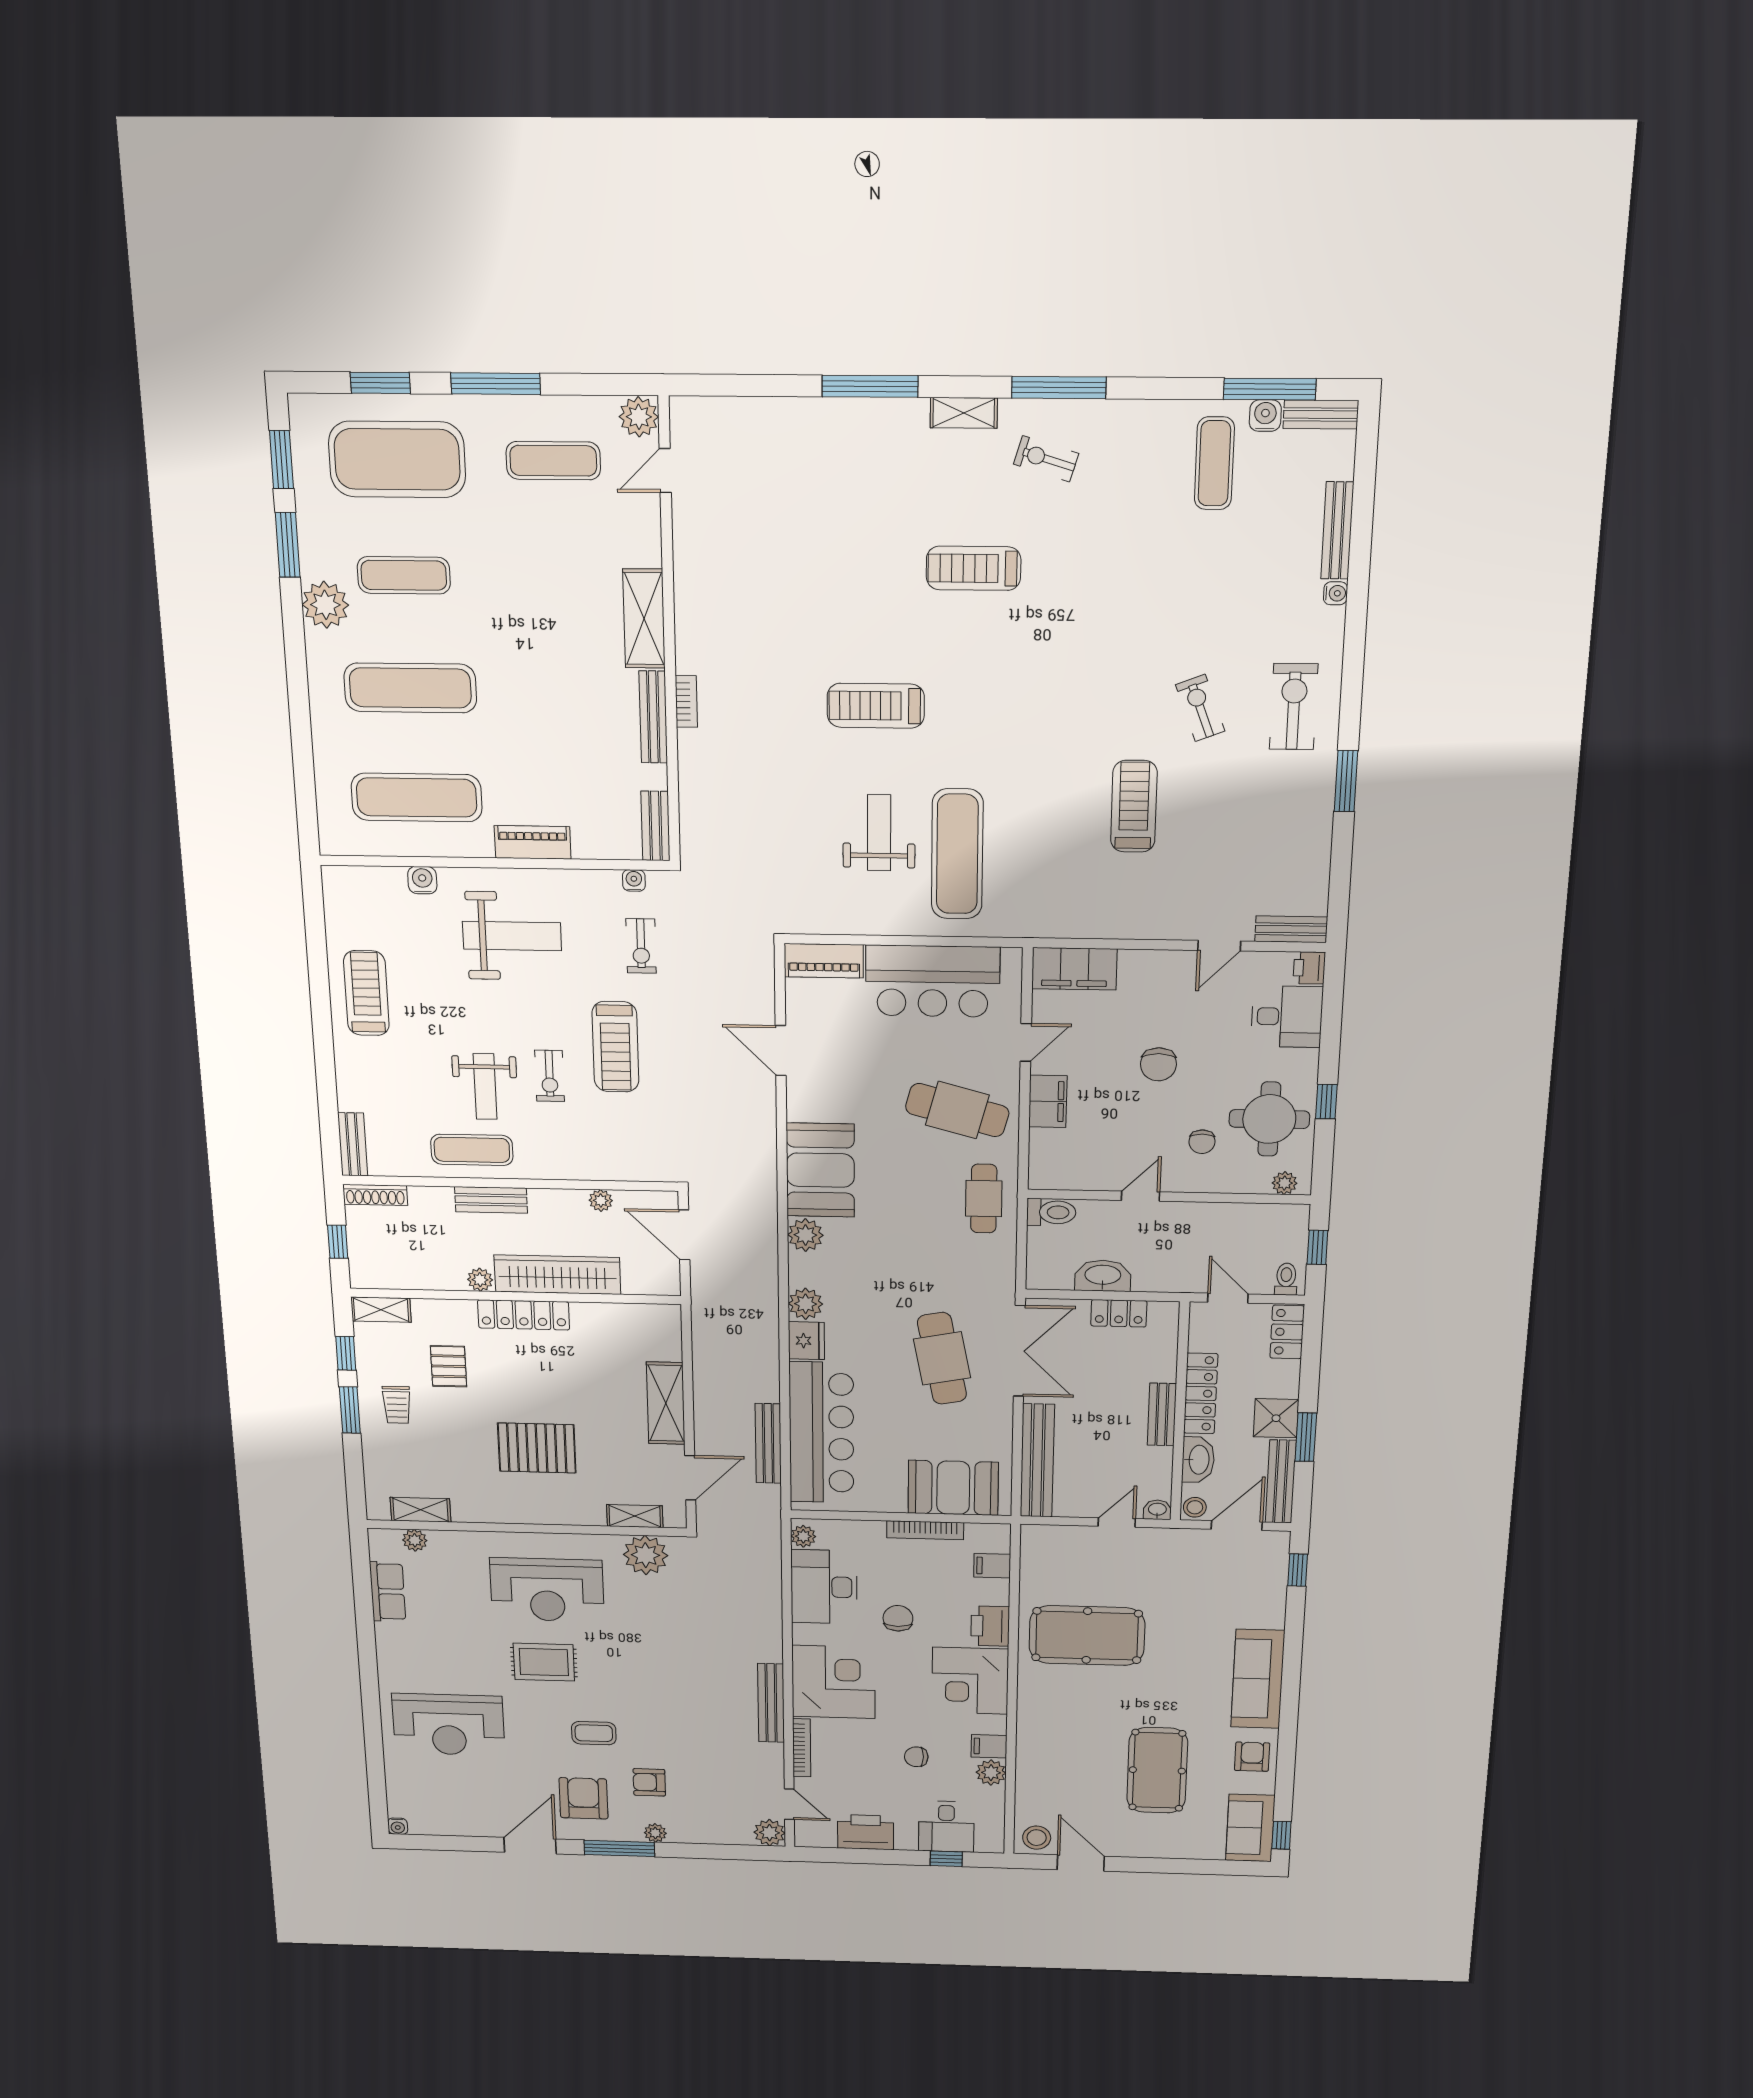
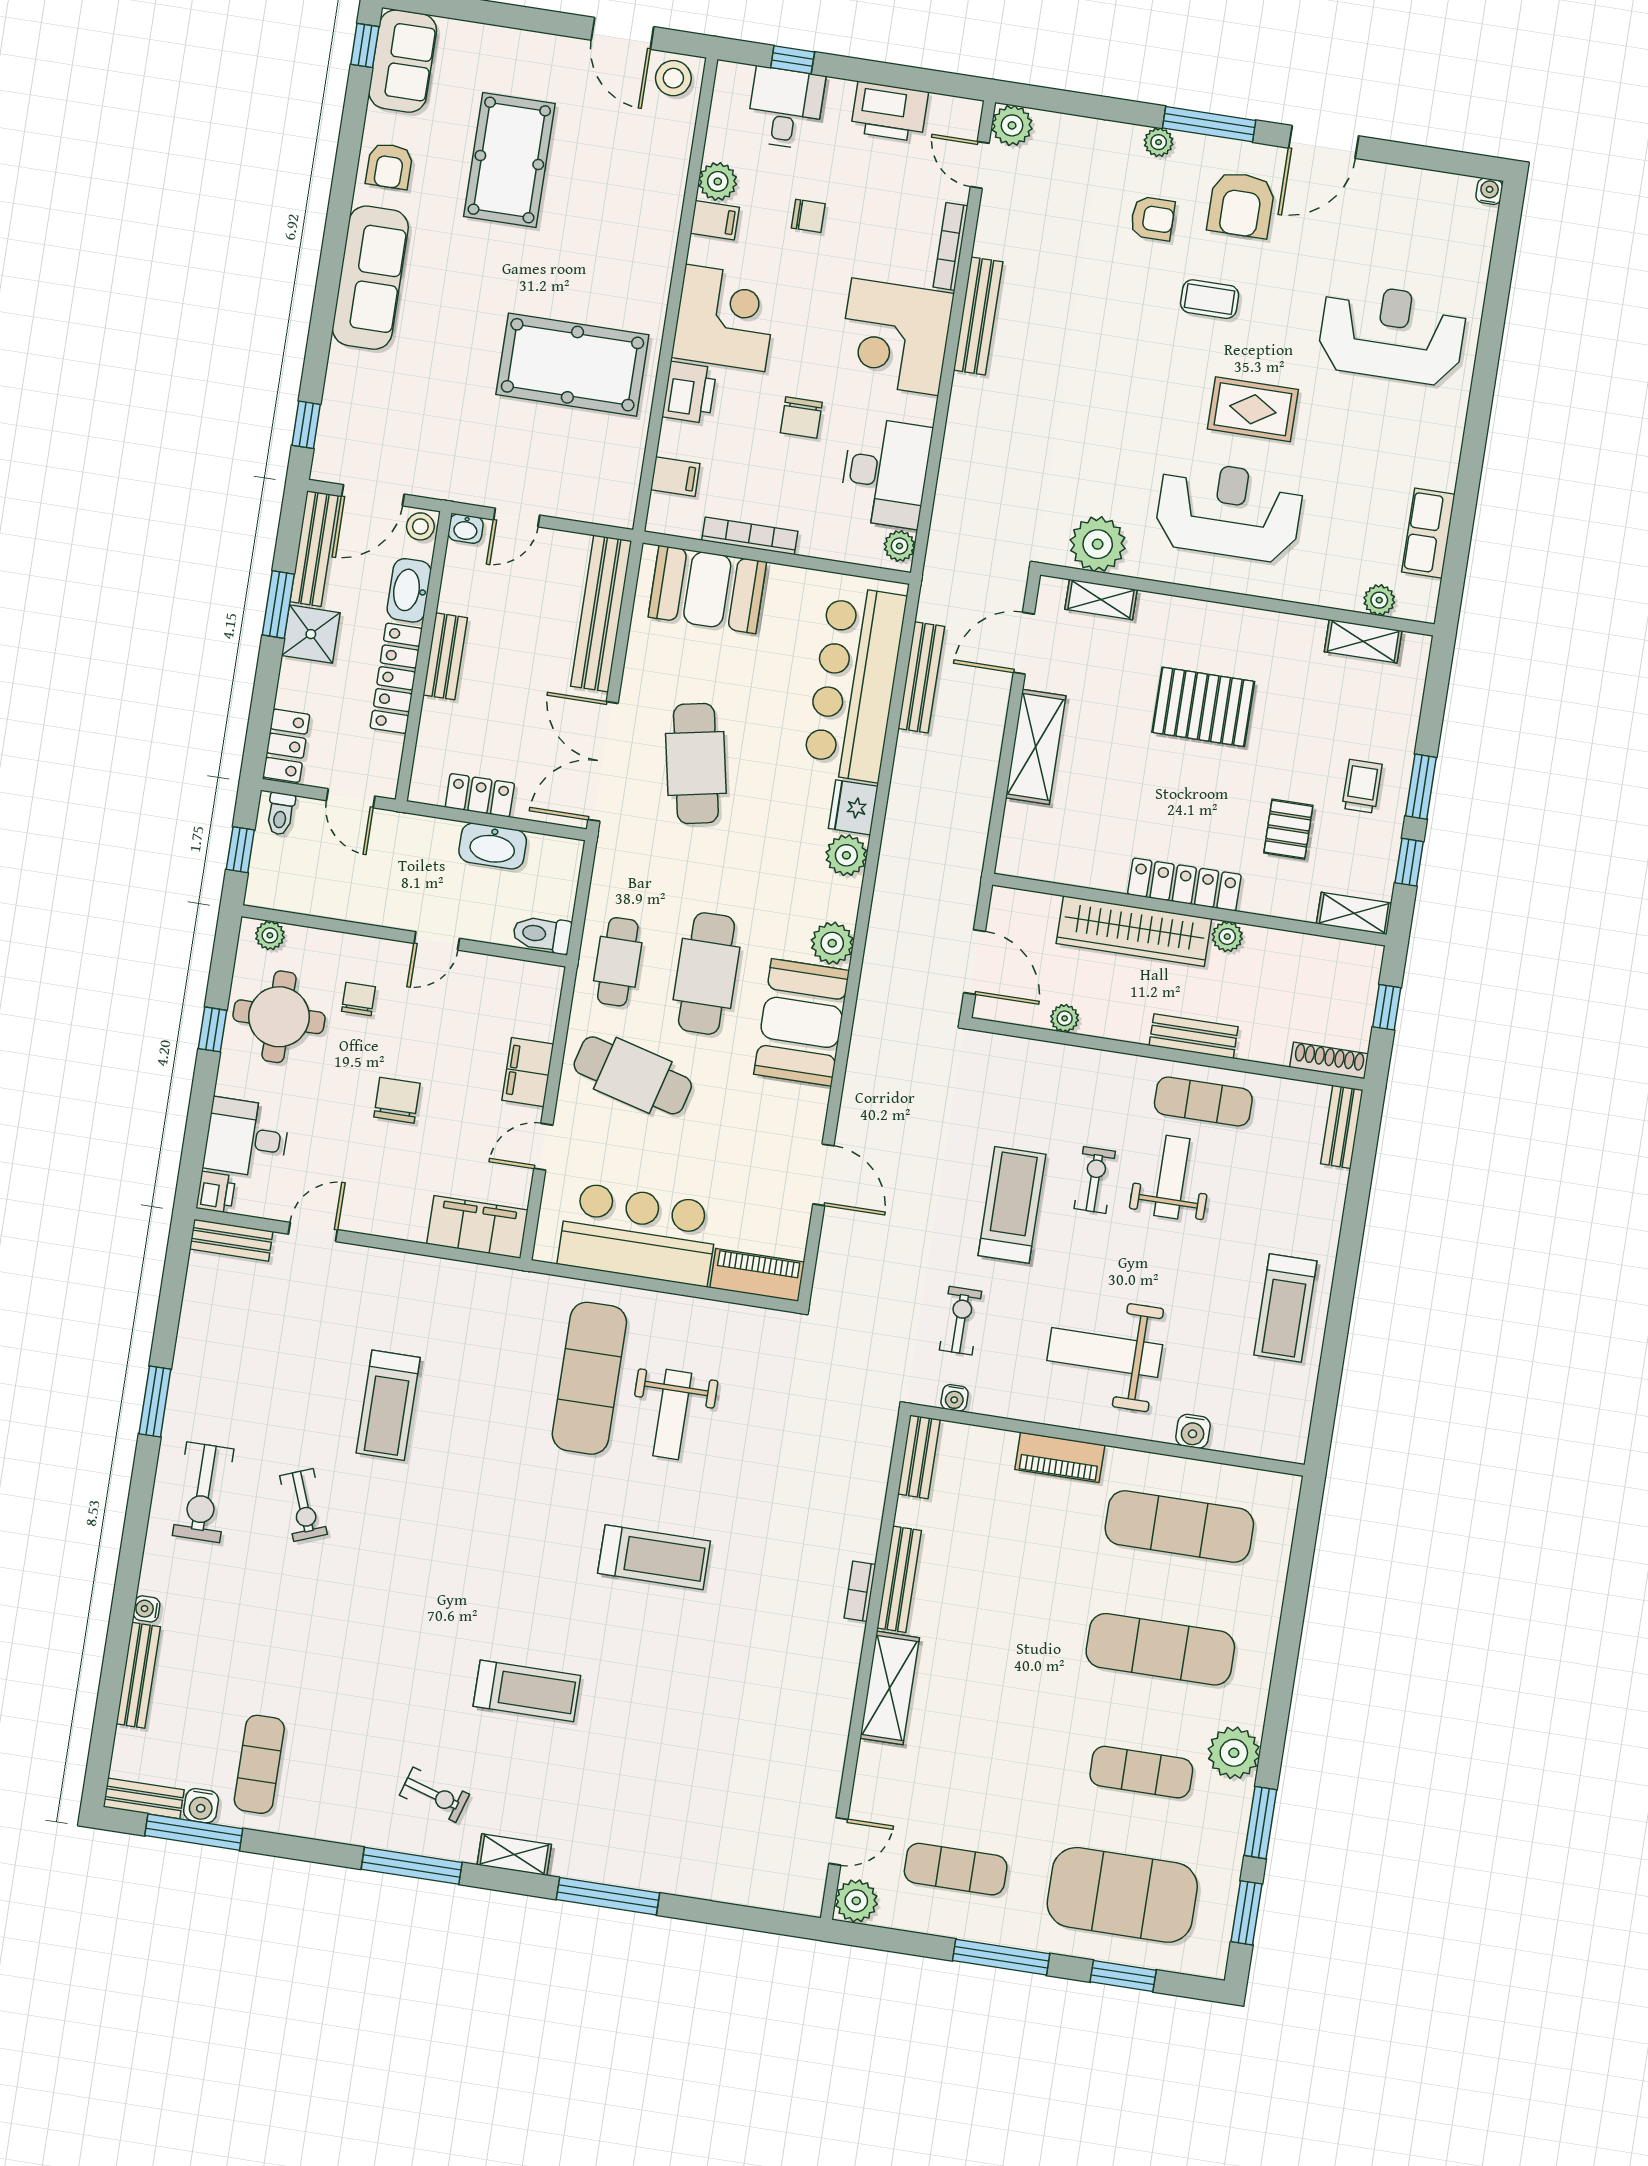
cafe table: (907, 1199) -> (706, 973), added

